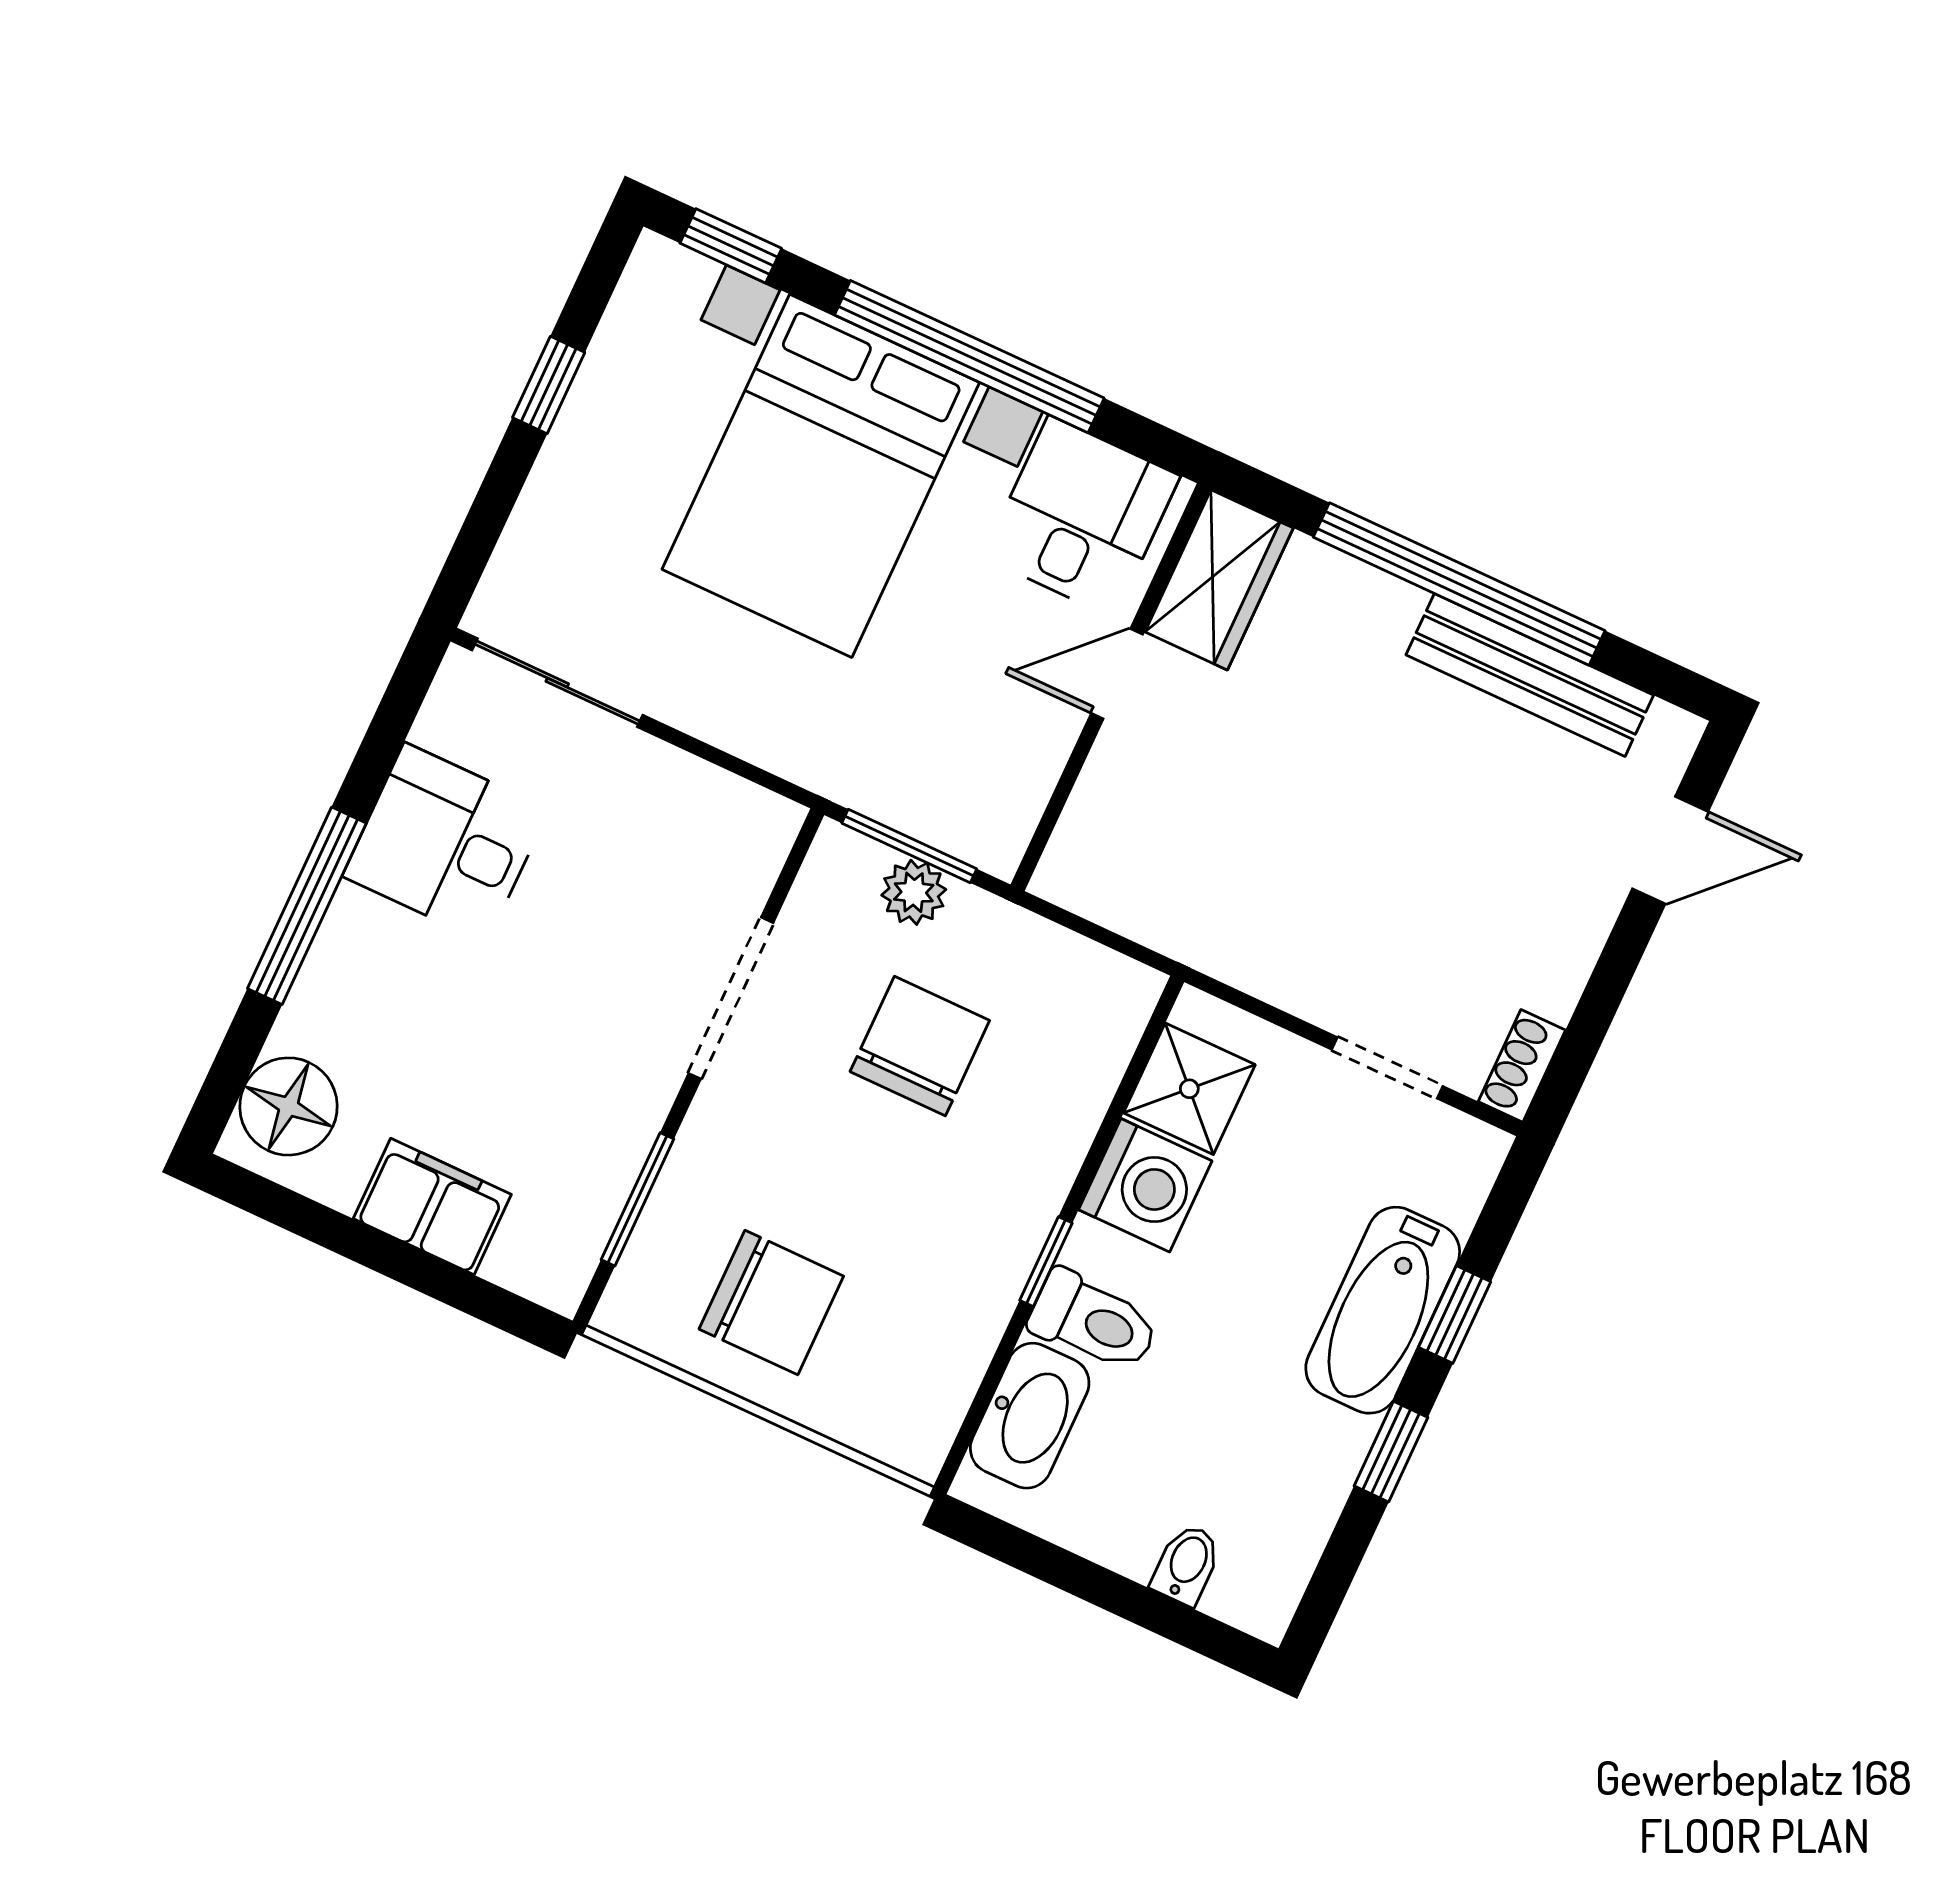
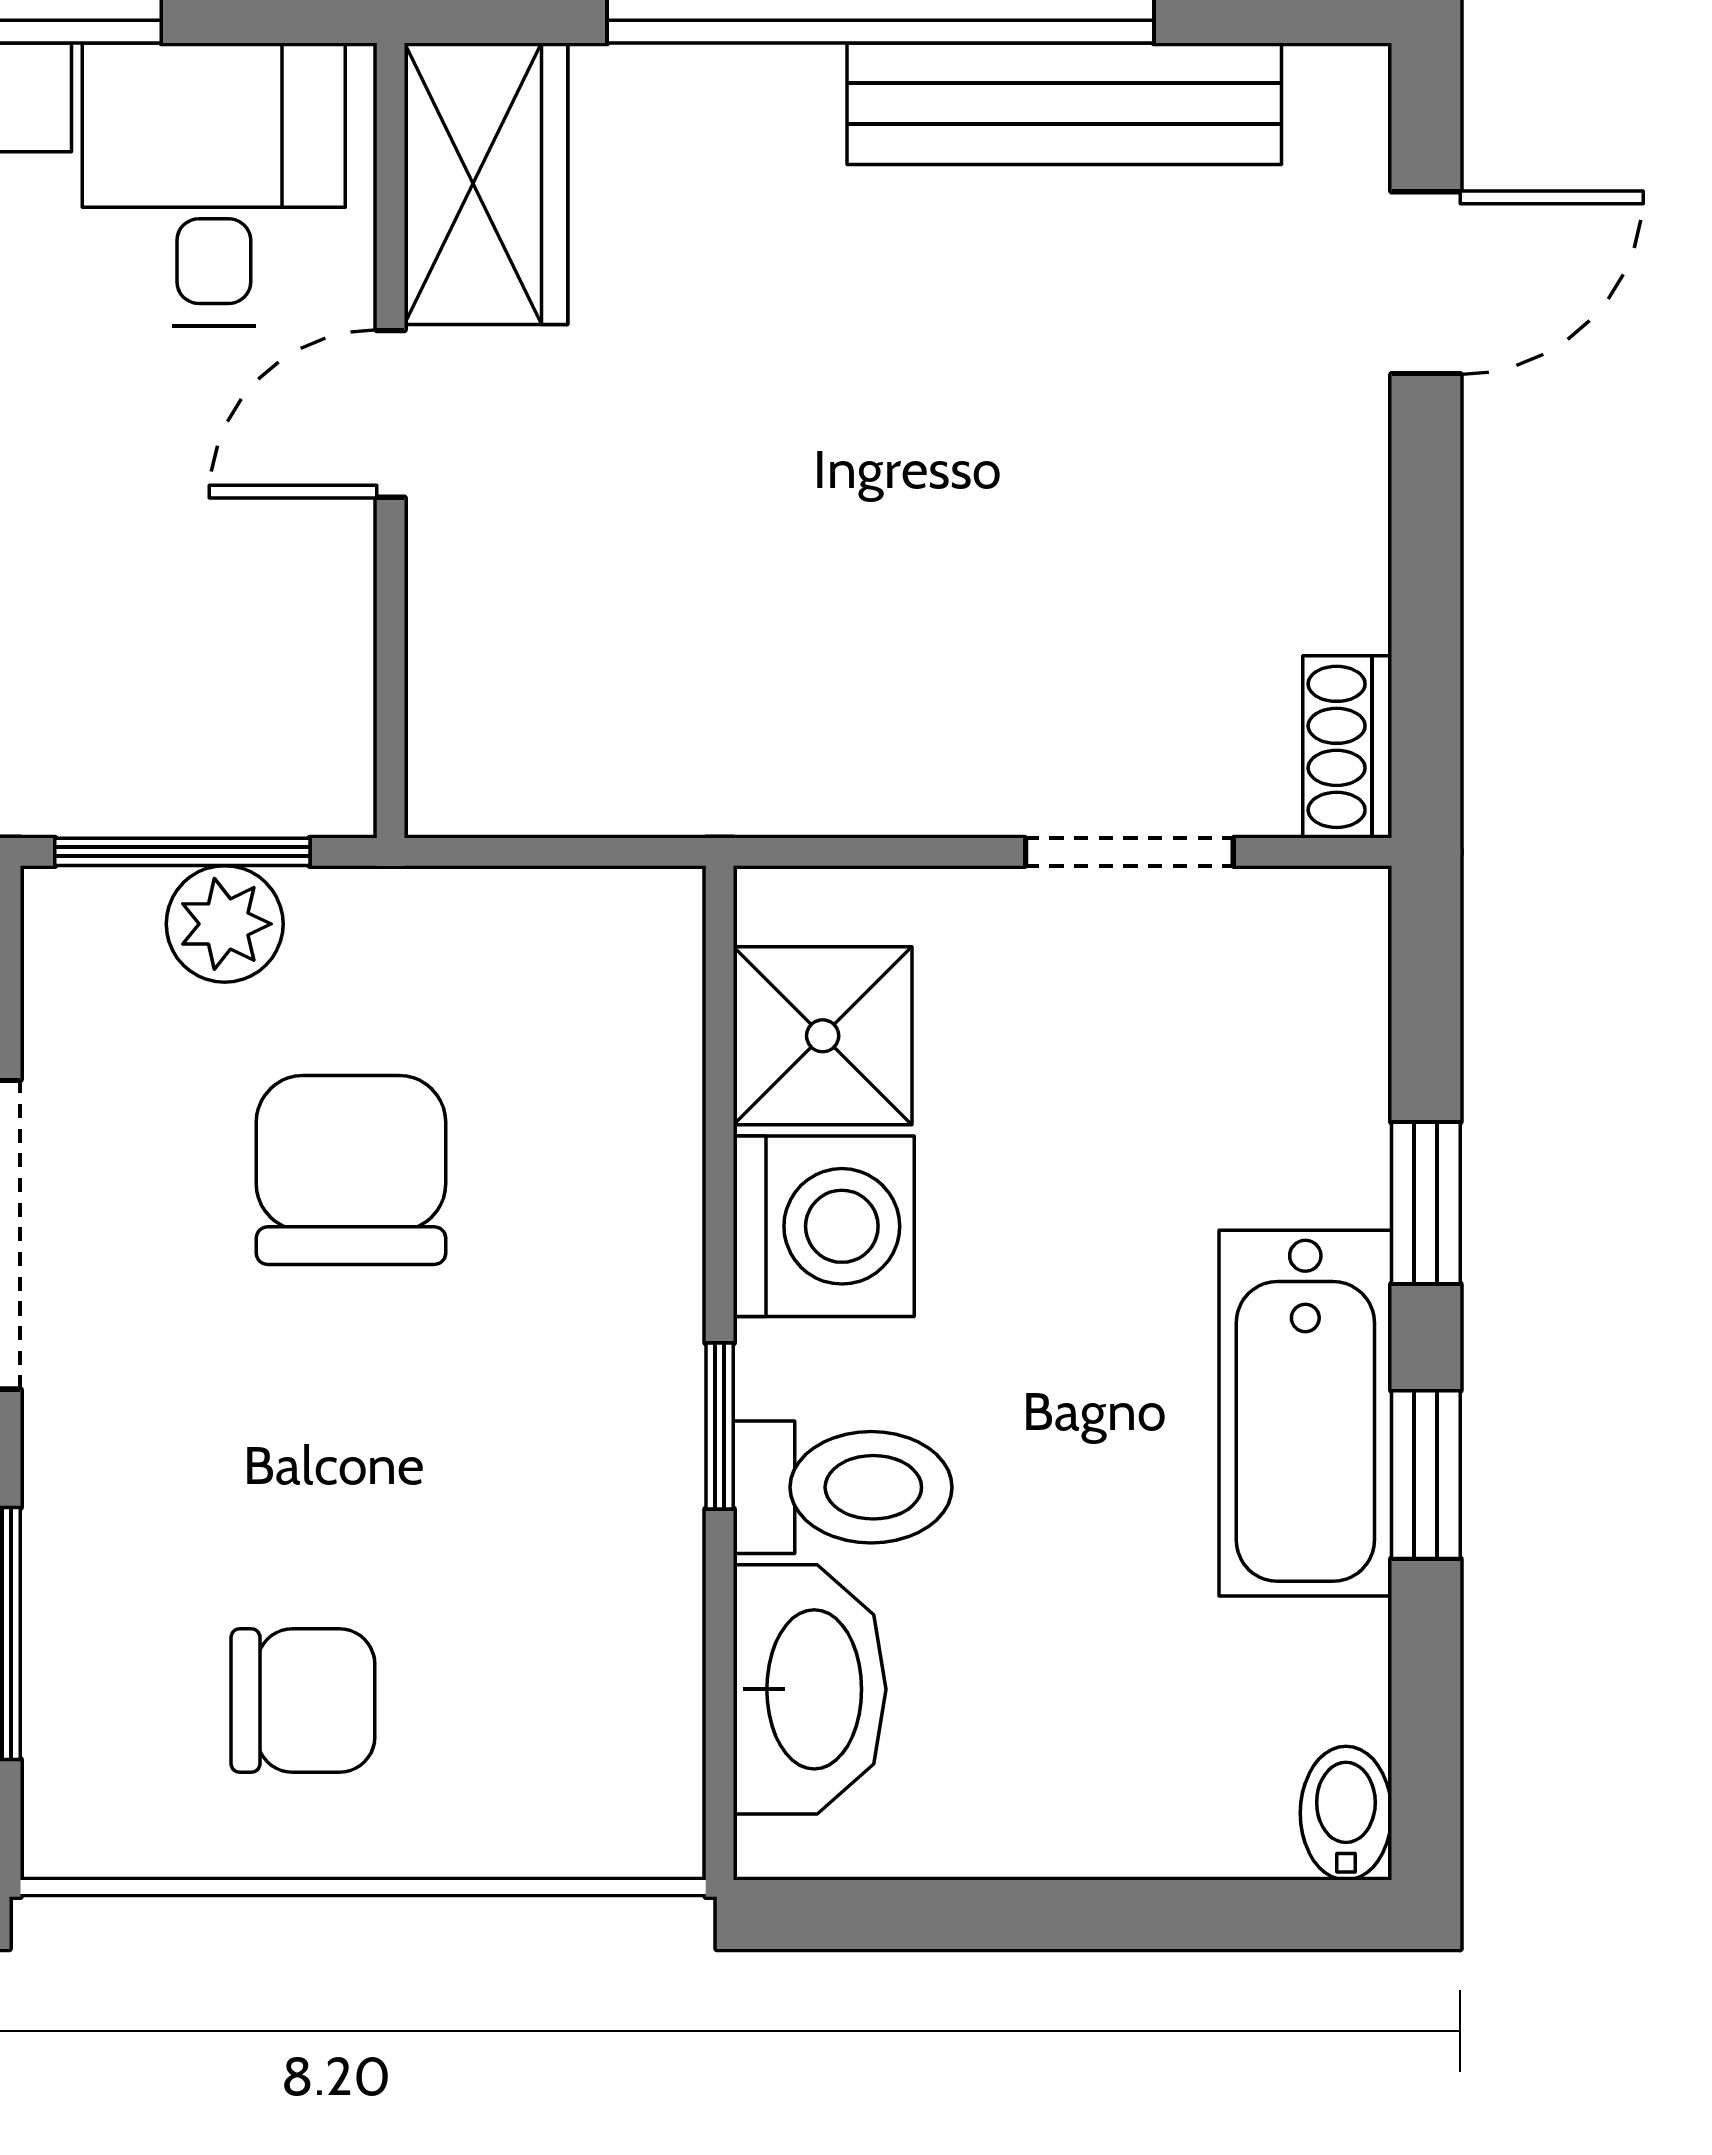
chair: (771, 1303) -> (303, 1701), width x0.73, depth x0.73
bathtub: (1383, 1310) -> (1305, 1413), moved
bidet: (1187, 1564) -> (1346, 1813), moved

